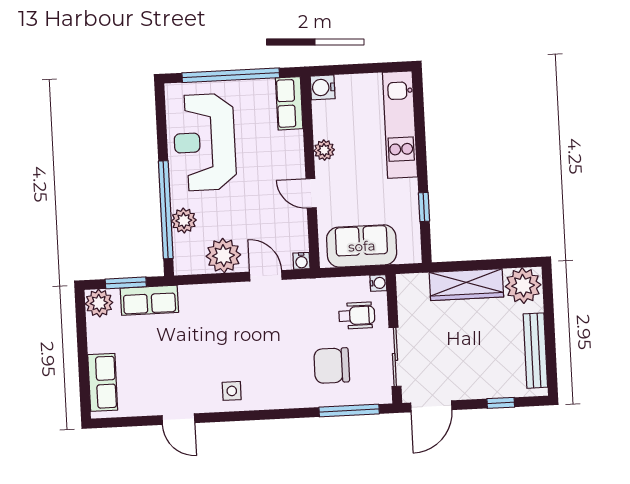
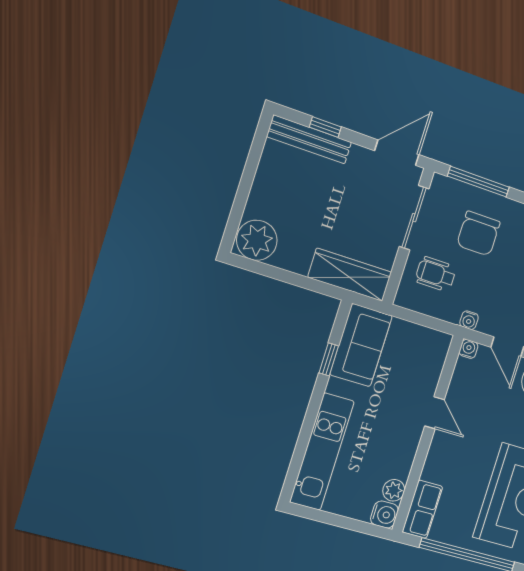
plant: (324, 150) -> (394, 490), moved
sofa: (362, 246) -> (361, 345), moved, turned -90
water cooler: (378, 283) -> (469, 320), moved, turned -90
wardrobe: (466, 285) -> (350, 275), moved
bench: (535, 351) -> (309, 139), moved, turned 90
chair: (332, 366) -> (478, 234), turned 90

